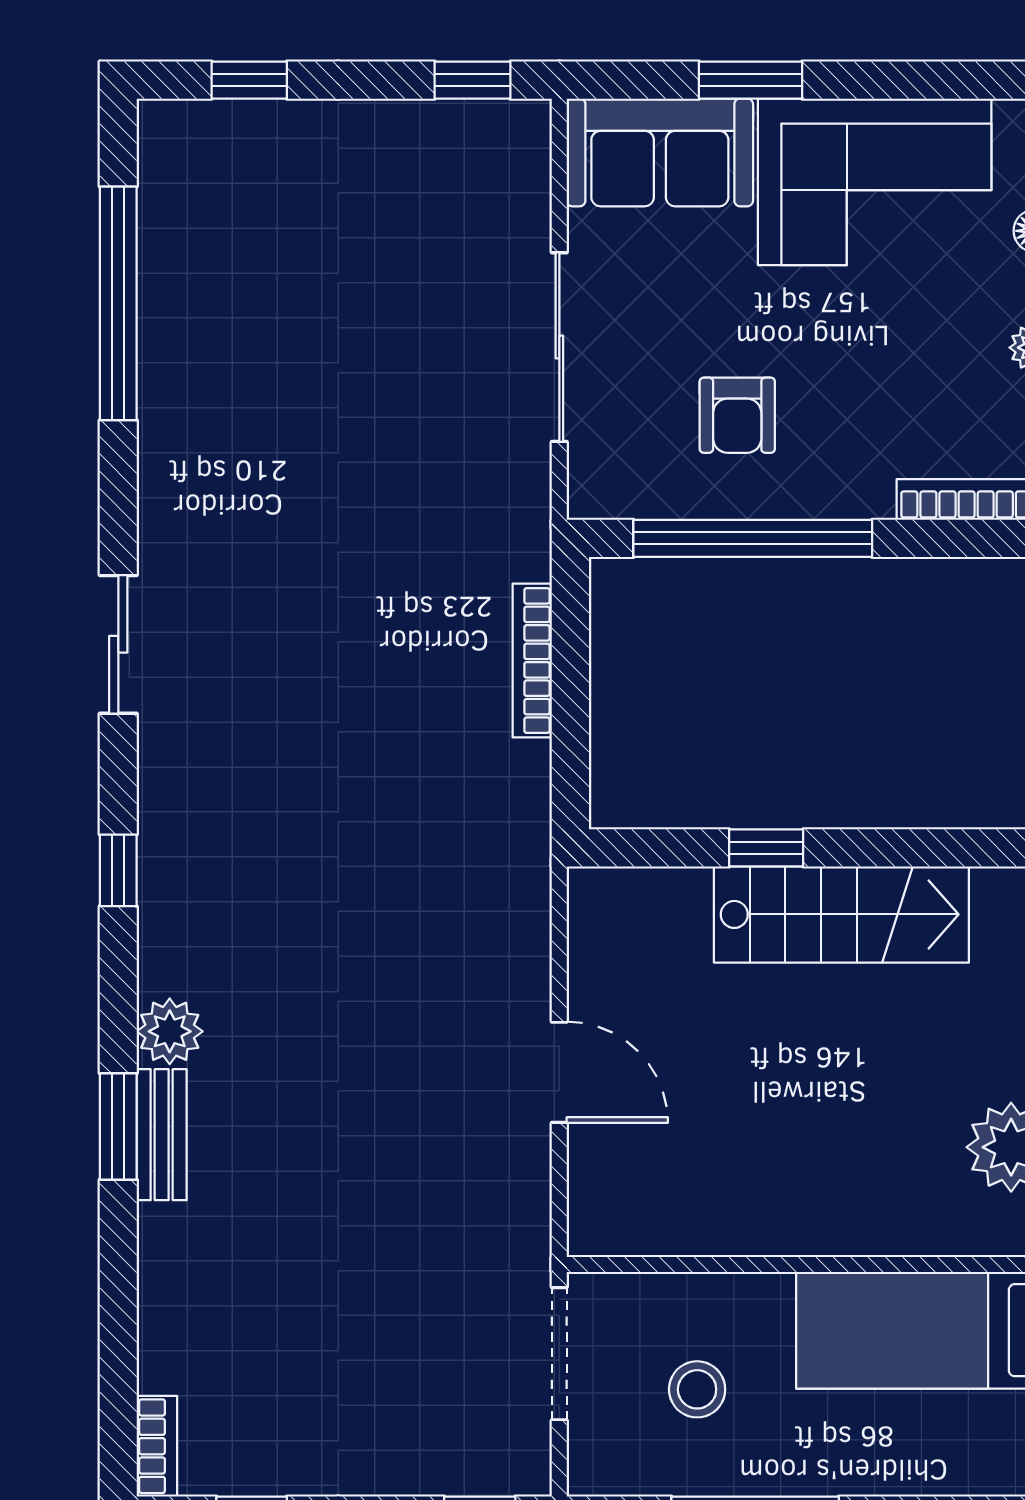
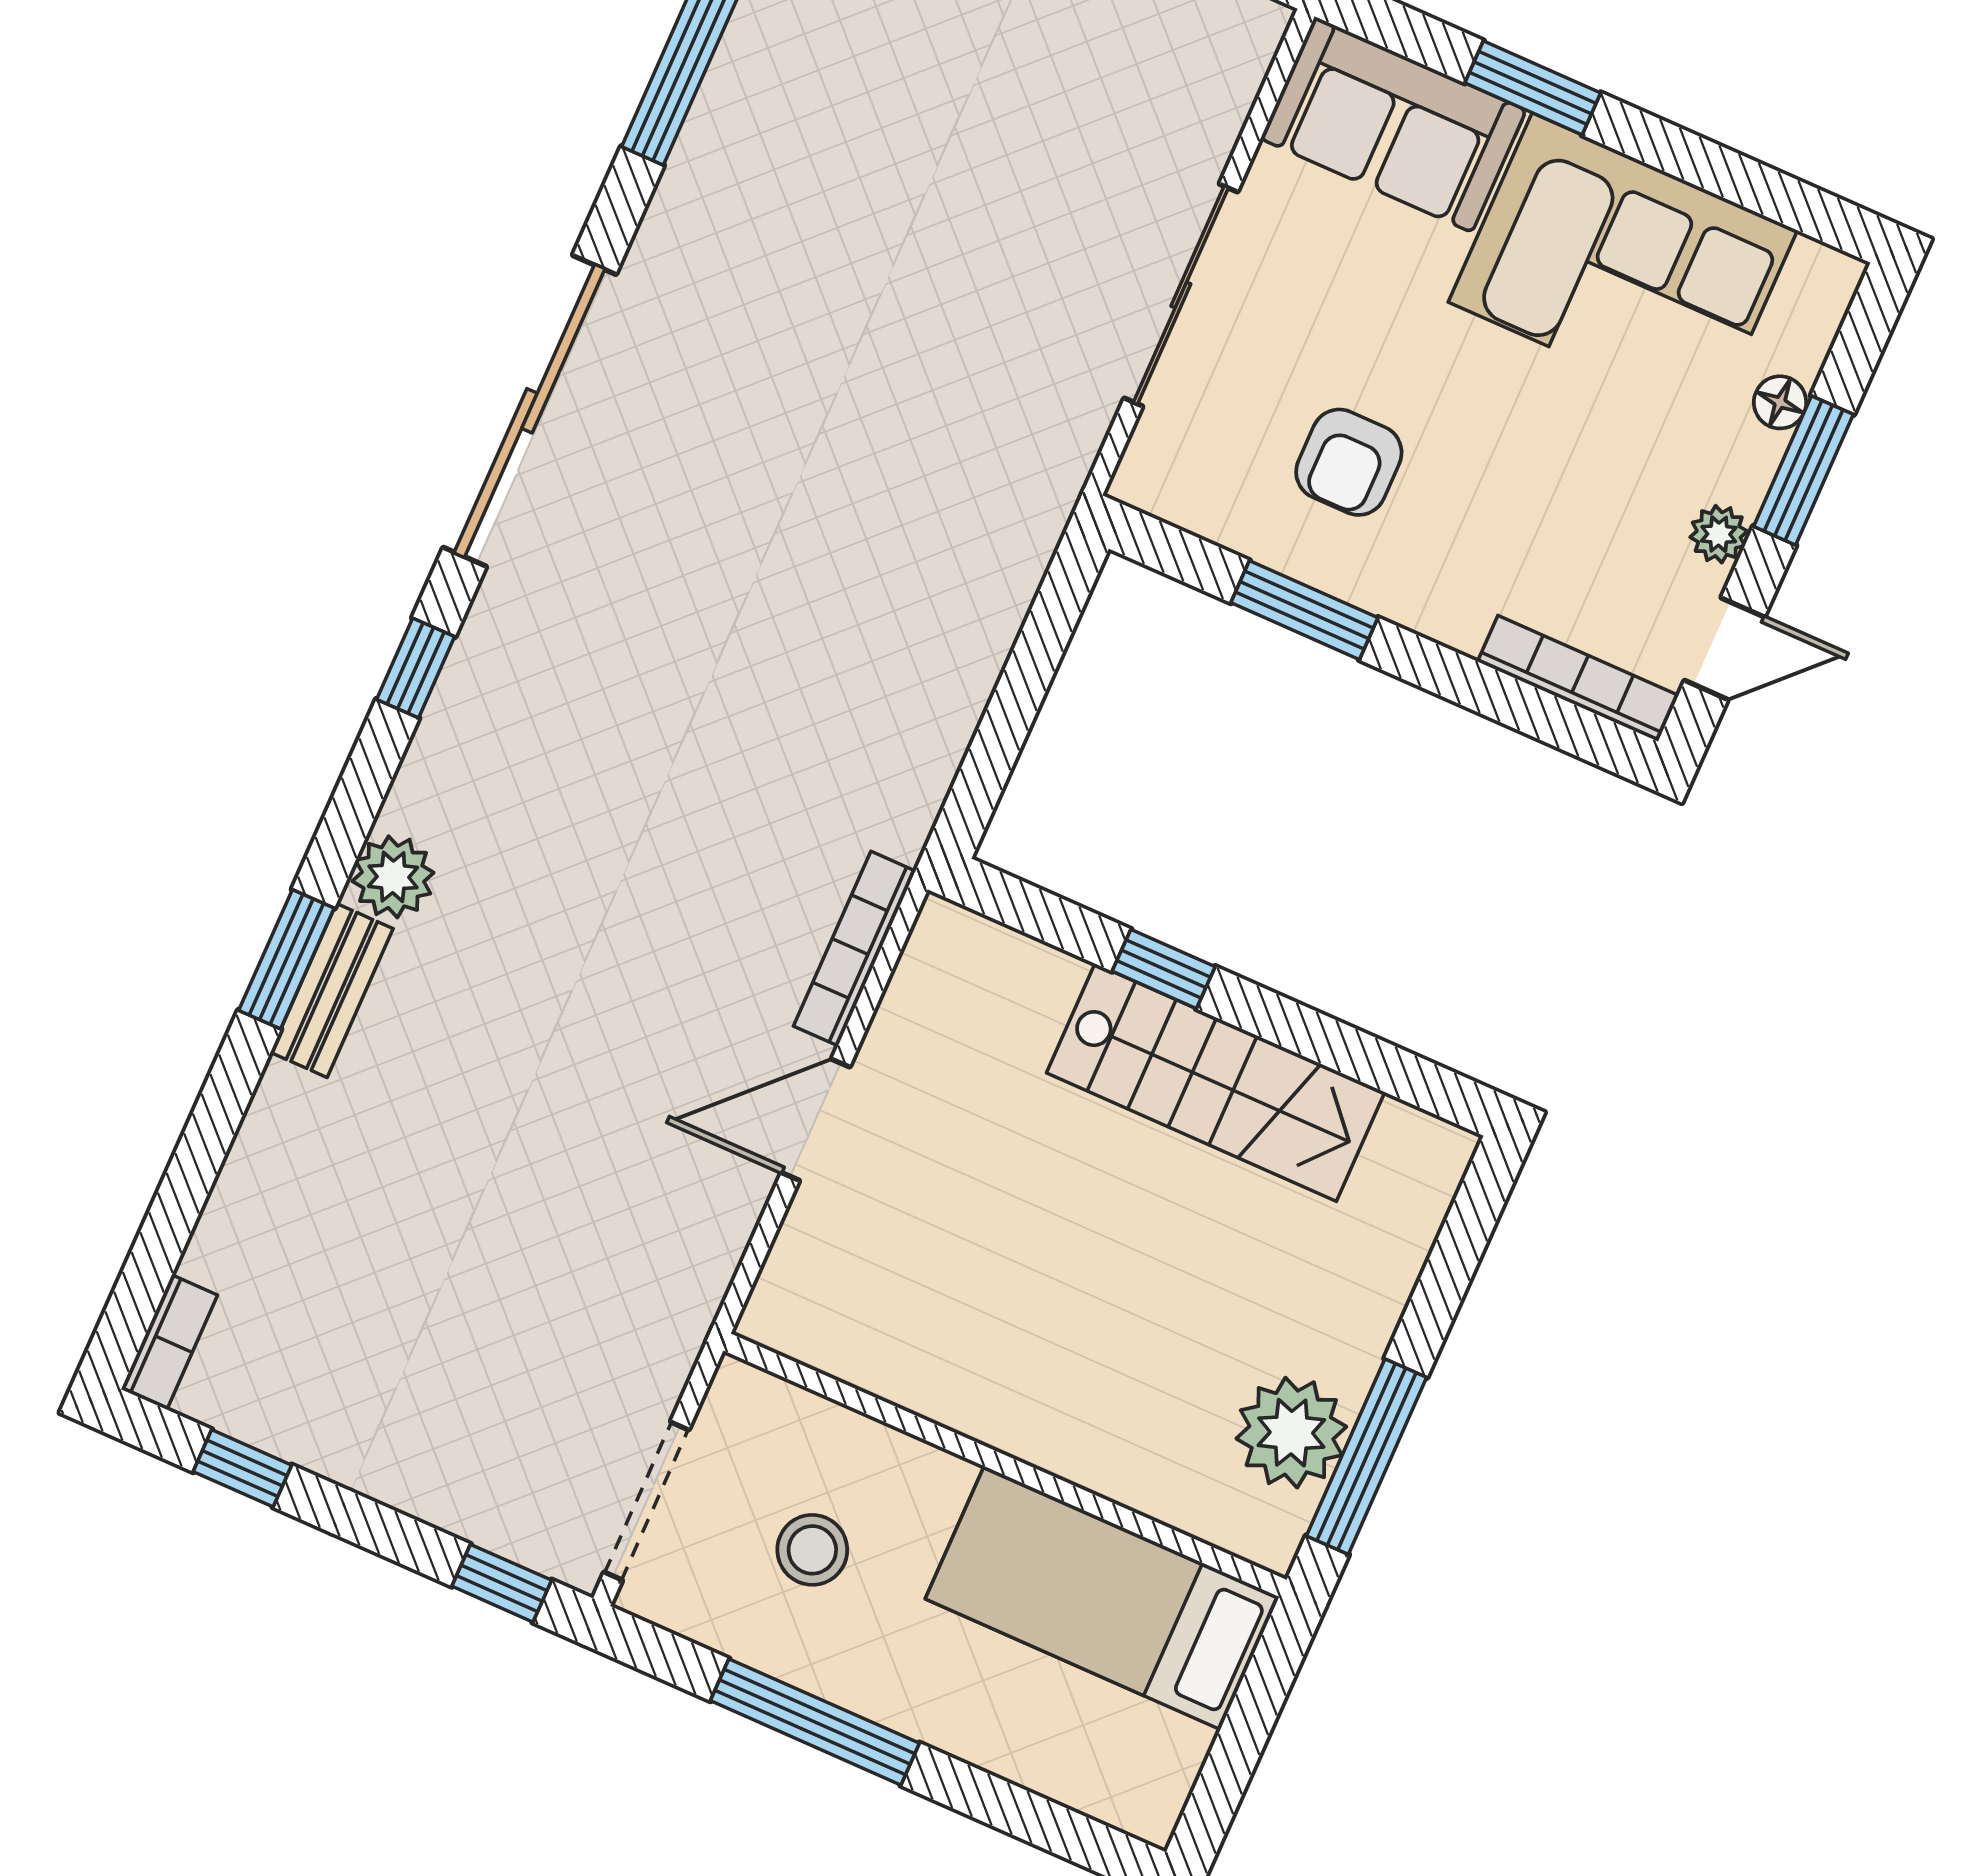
window: (753, 538) -> (1304, 610), width x0.47
sliding door: (118, 644) -> (530, 411), width x1.86
bookcase: (532, 661) -> (854, 949), moved
door: (559, 1072) -> (815, 1120), swing flipped
doorway: (559, 1354) -> (646, 1501), moved

